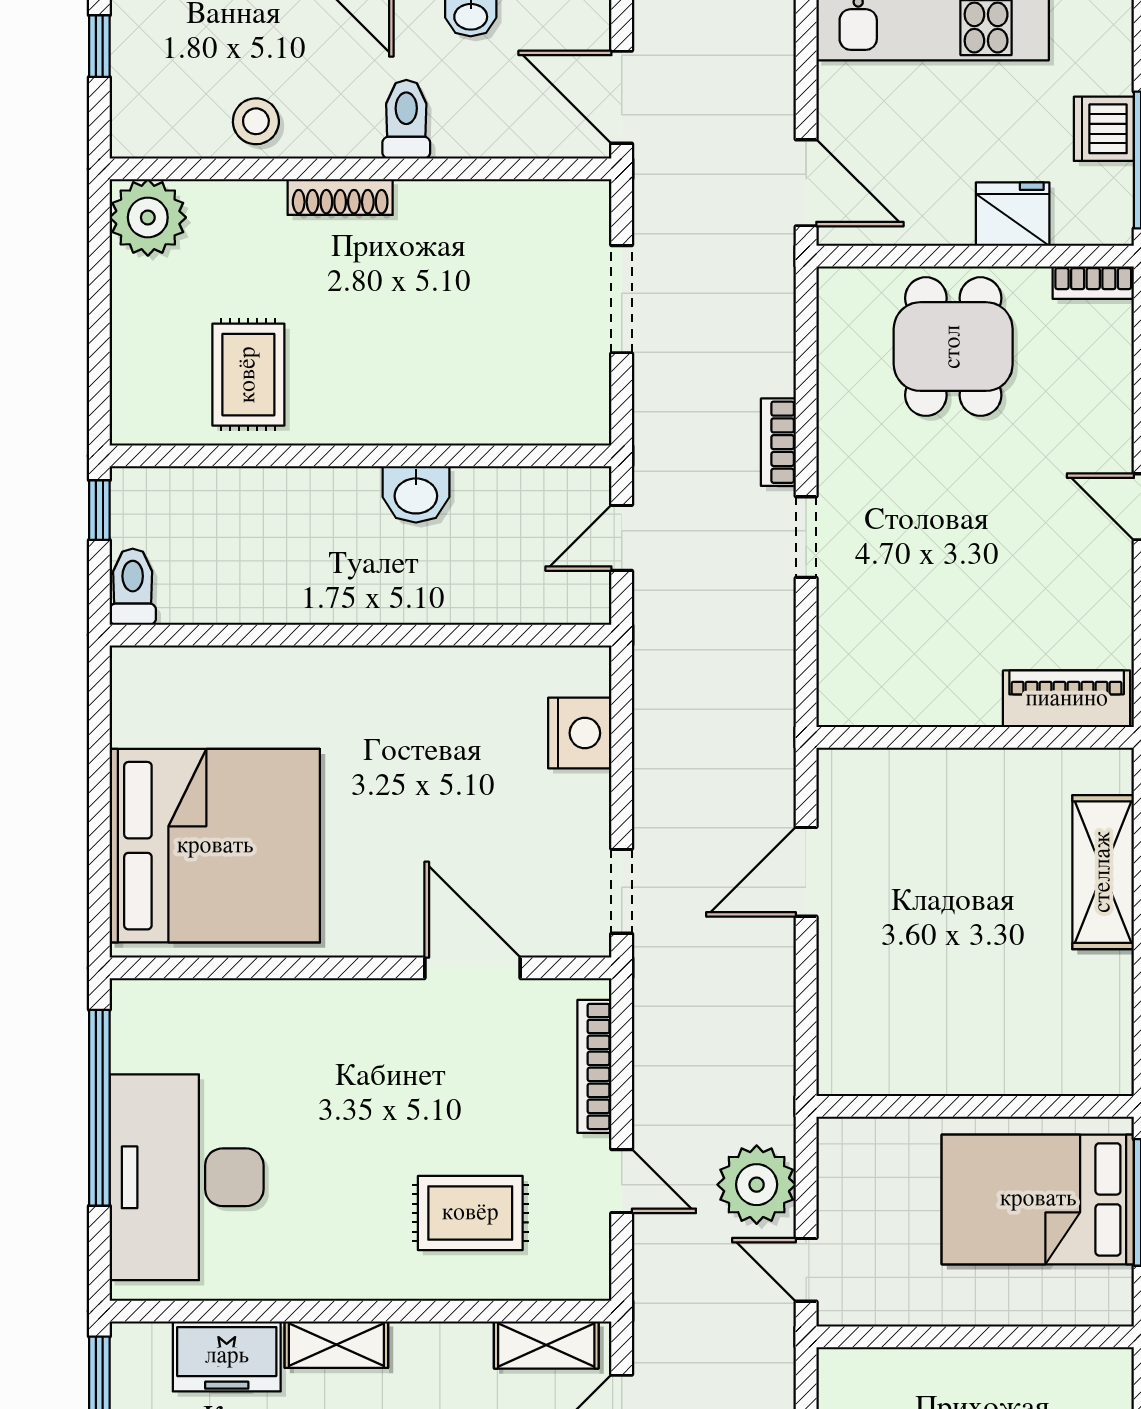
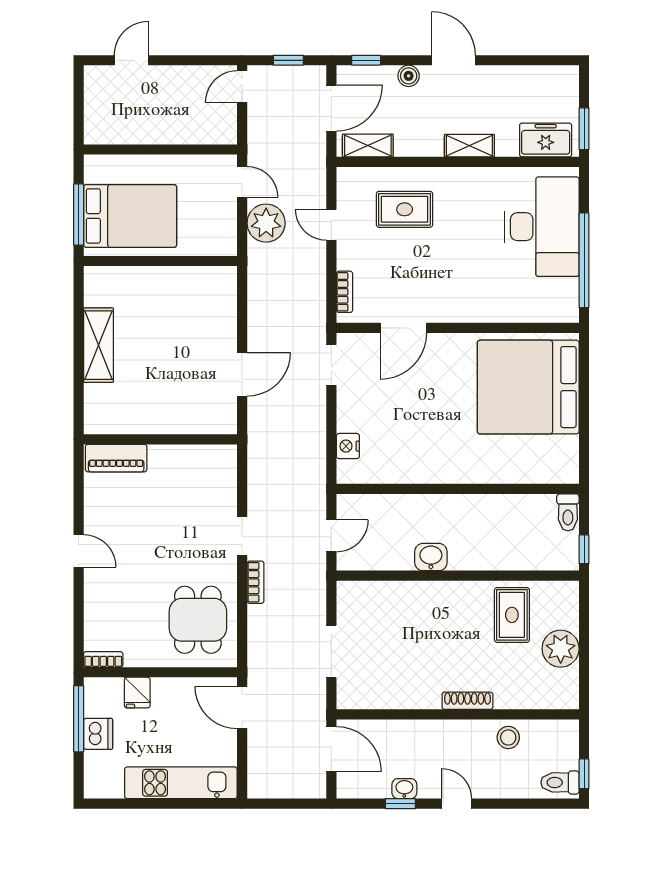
toilet: (406, 119) -> (560, 782), moved, turned 90
fridge: (1013, 214) -> (137, 693), width x0.72
plant: (148, 217) -> (561, 649), moved
dining table: (953, 347) -> (198, 620), moved
nightstand: (580, 733) -> (348, 446), width x0.74, depth x0.75
shelving: (1103, 872) -> (98, 345), moved
door: (473, 968) -> (403, 328), hinge flipped
bookcase: (594, 1066) -> (344, 292), width x0.64
freezer: (227, 1356) -> (546, 140), moved

